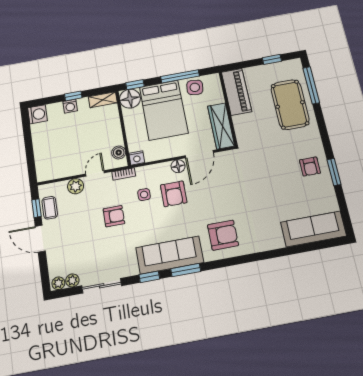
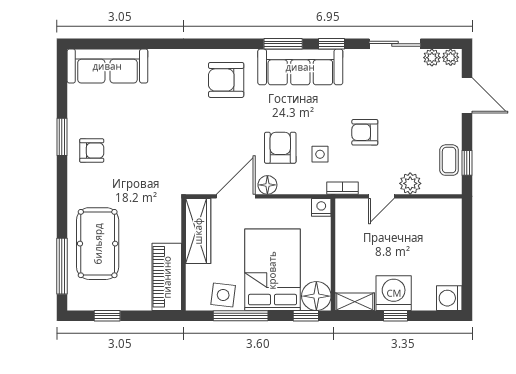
washing machine: (70, 106) -> (394, 293), width x1.89, depth x1.89
boiler: (119, 153) -> (345, 220), removed
armchair: (310, 167) -> (92, 150), turned 90
door: (40, 239) -> (467, 95), moved

